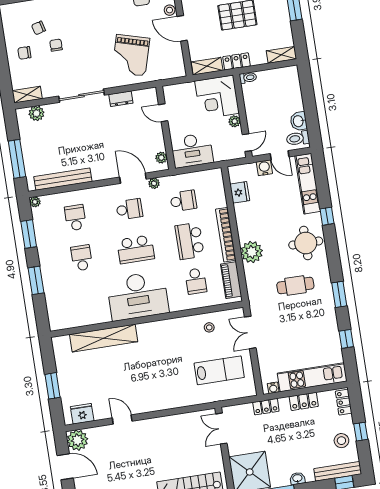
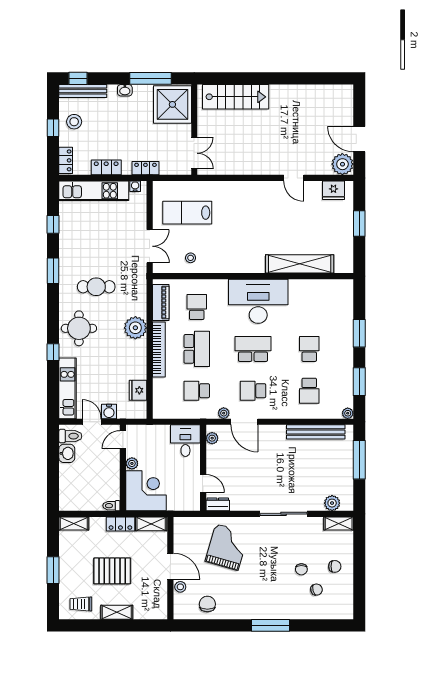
dresser: (121, 99) -> (218, 504), moved
desk: (192, 150) -> (185, 441), width x0.73
school desk: (82, 258) -> (309, 349), turned 180

